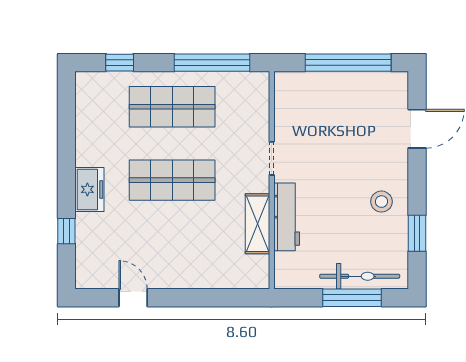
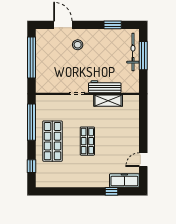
shop shelf: (172, 180) -> (87, 141), width x0.70, depth x0.74
freezer: (89, 189) -> (124, 180), moved, width x1.40
stool: (382, 202) -> (78, 45), moved

